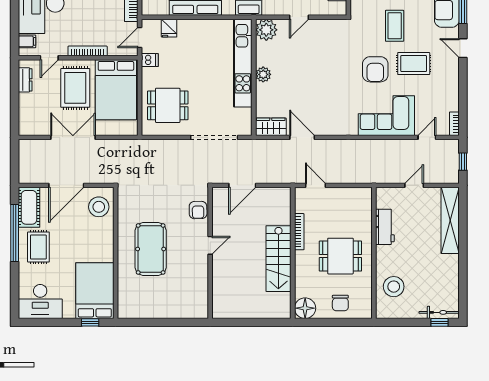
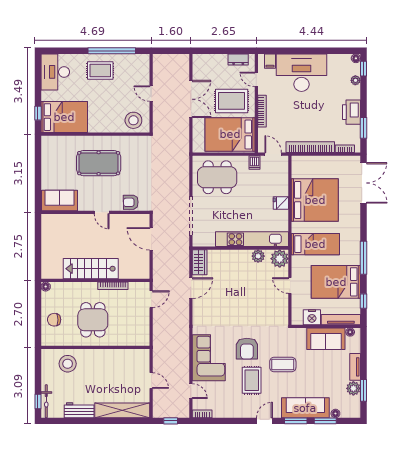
fridge: (169, 28) -> (281, 203), moved
armchair: (375, 69) -> (247, 349), turned -90
plant: (263, 74) -> (258, 256), moved
dining table: (168, 105) -> (217, 177), width x1.38
door: (66, 185) -> (151, 94), width x0.53
cot: (29, 207) -> (133, 63), removed
workbench: (385, 227) -> (79, 410), moved, turned 180
sofa: (196, 296) -> (59, 200), added
floor lamp: (305, 308) -> (46, 287), width x0.53, depth x0.53

